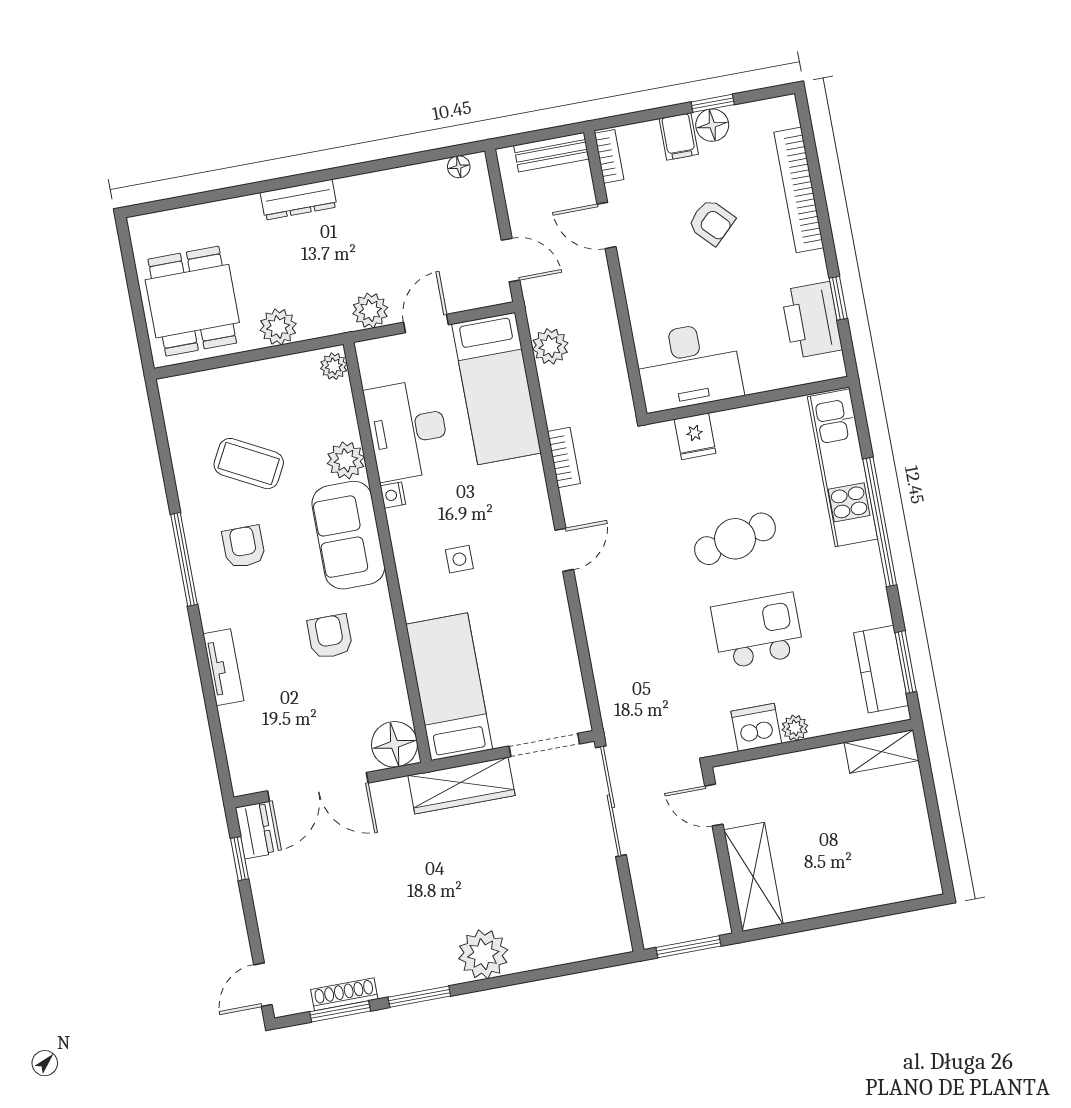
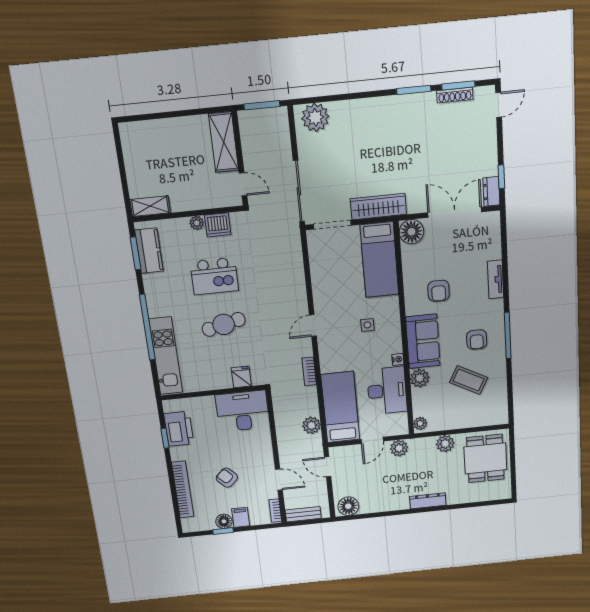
floor lamp: (459, 167) -> (348, 506), width x1.89, depth x1.89
plant: (483, 954) -> (315, 117), moved

